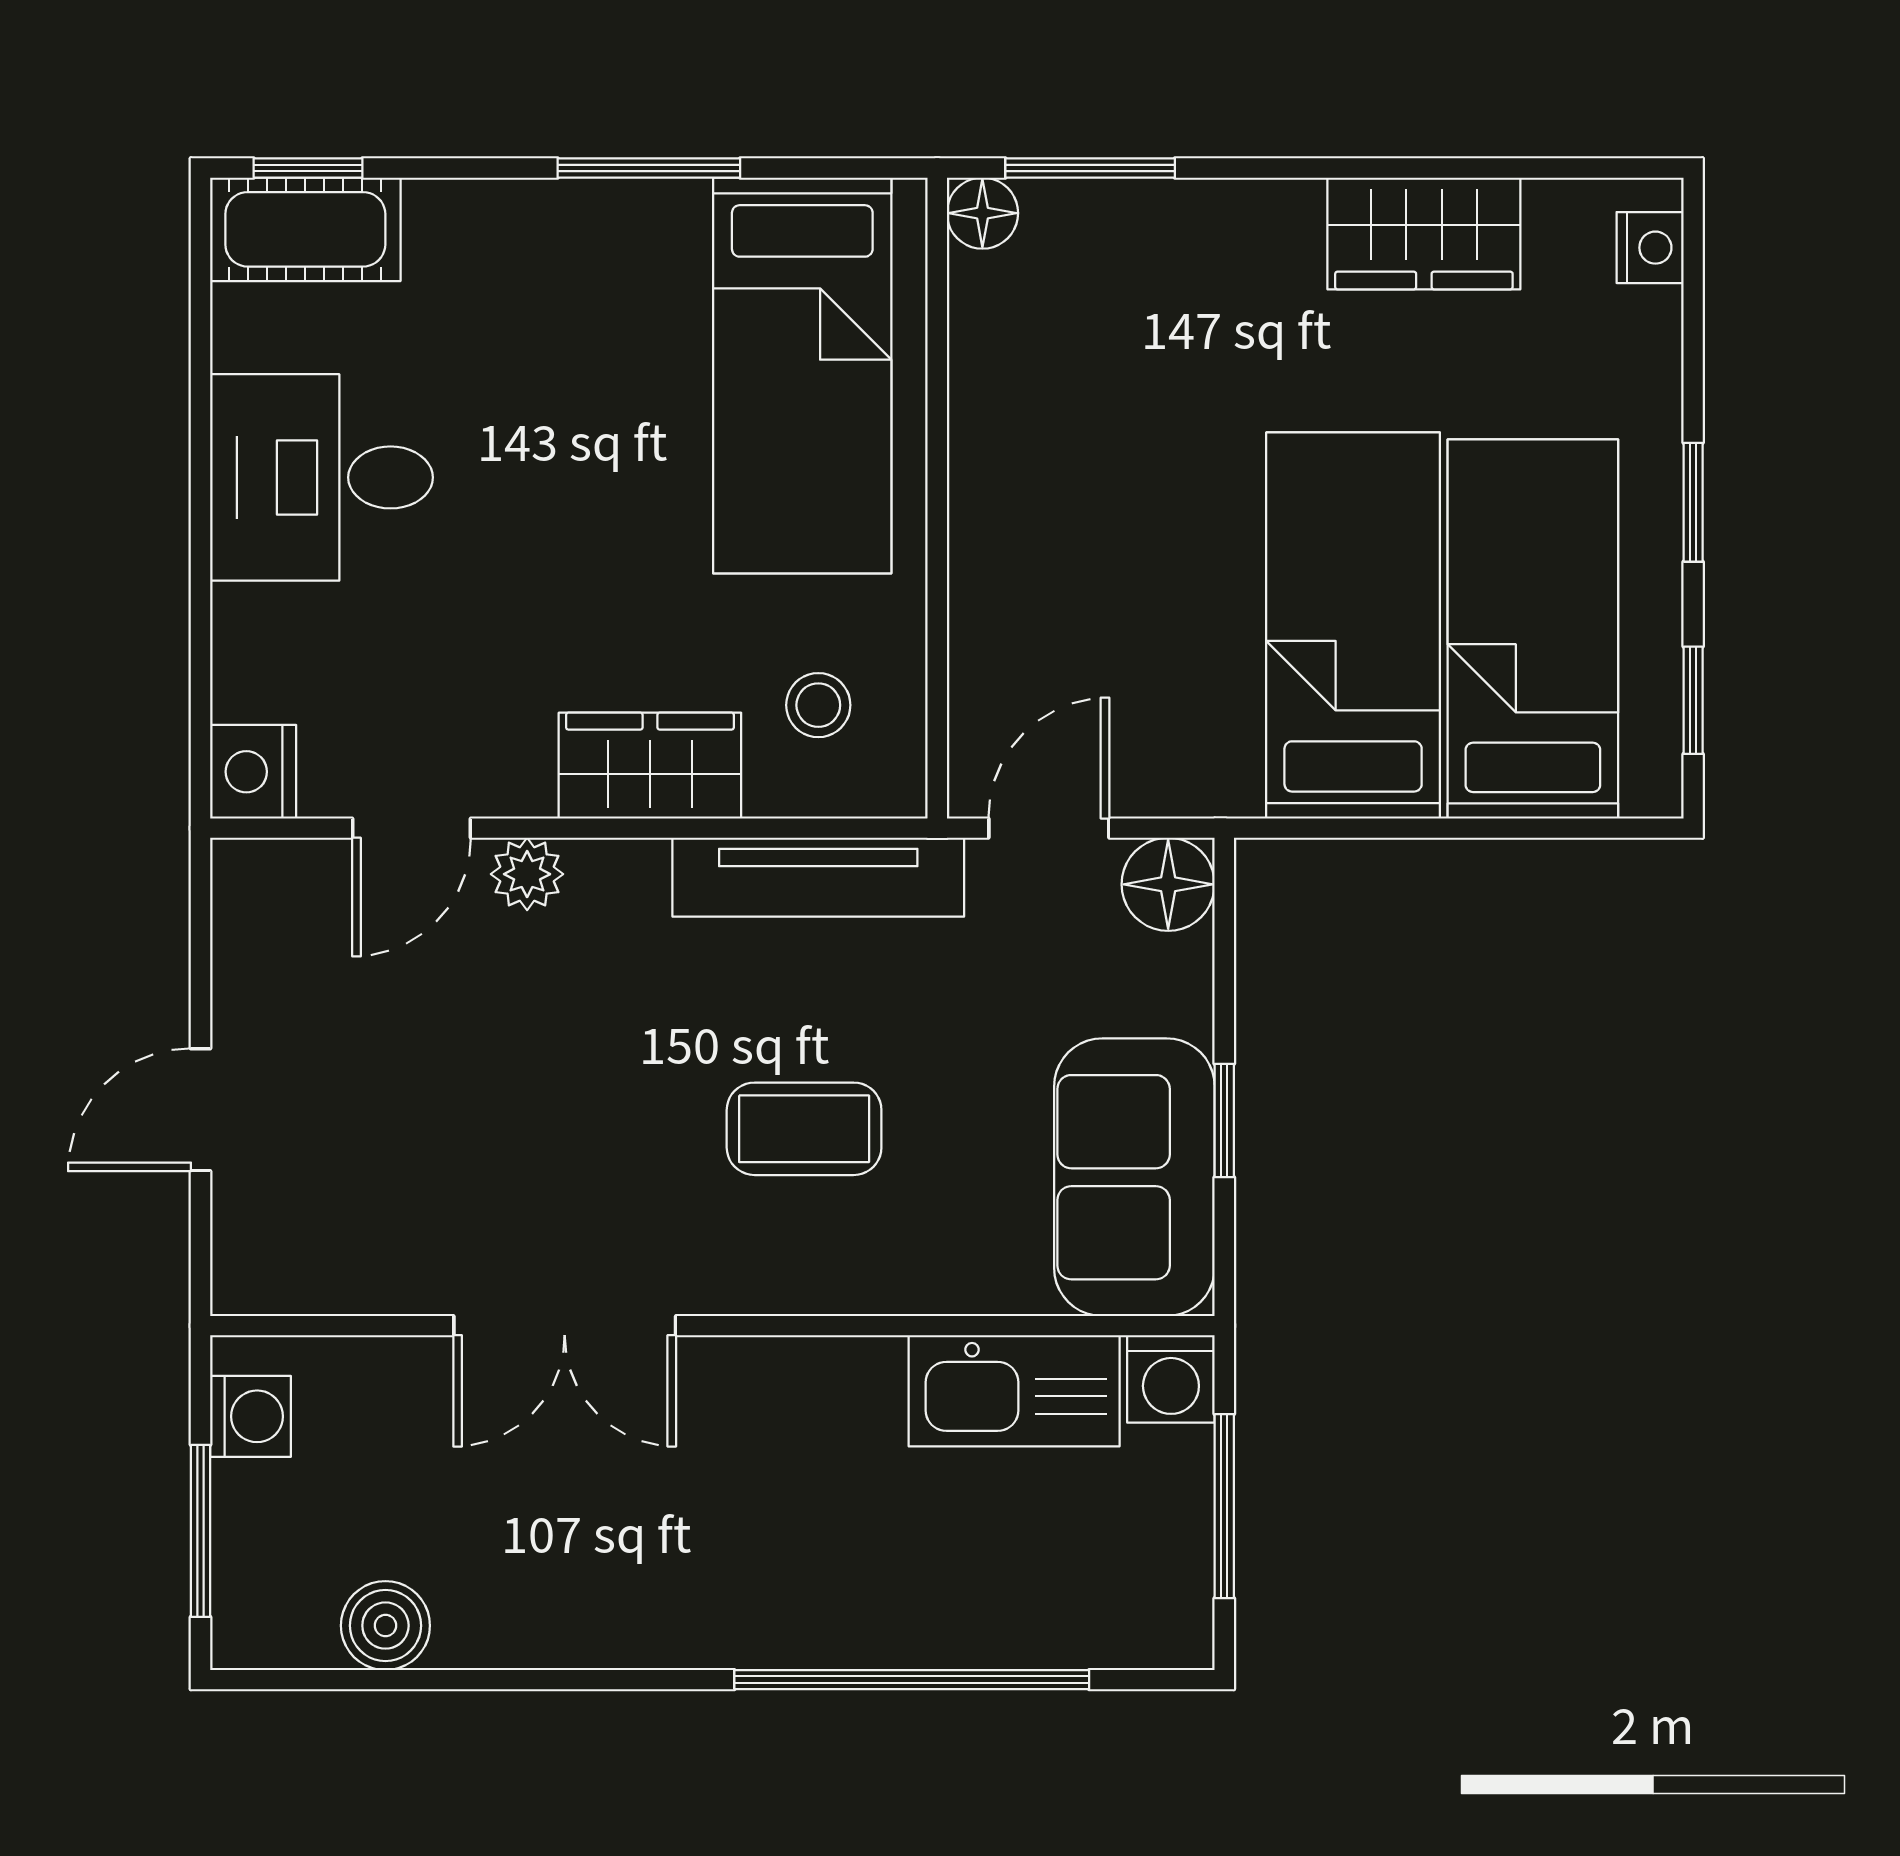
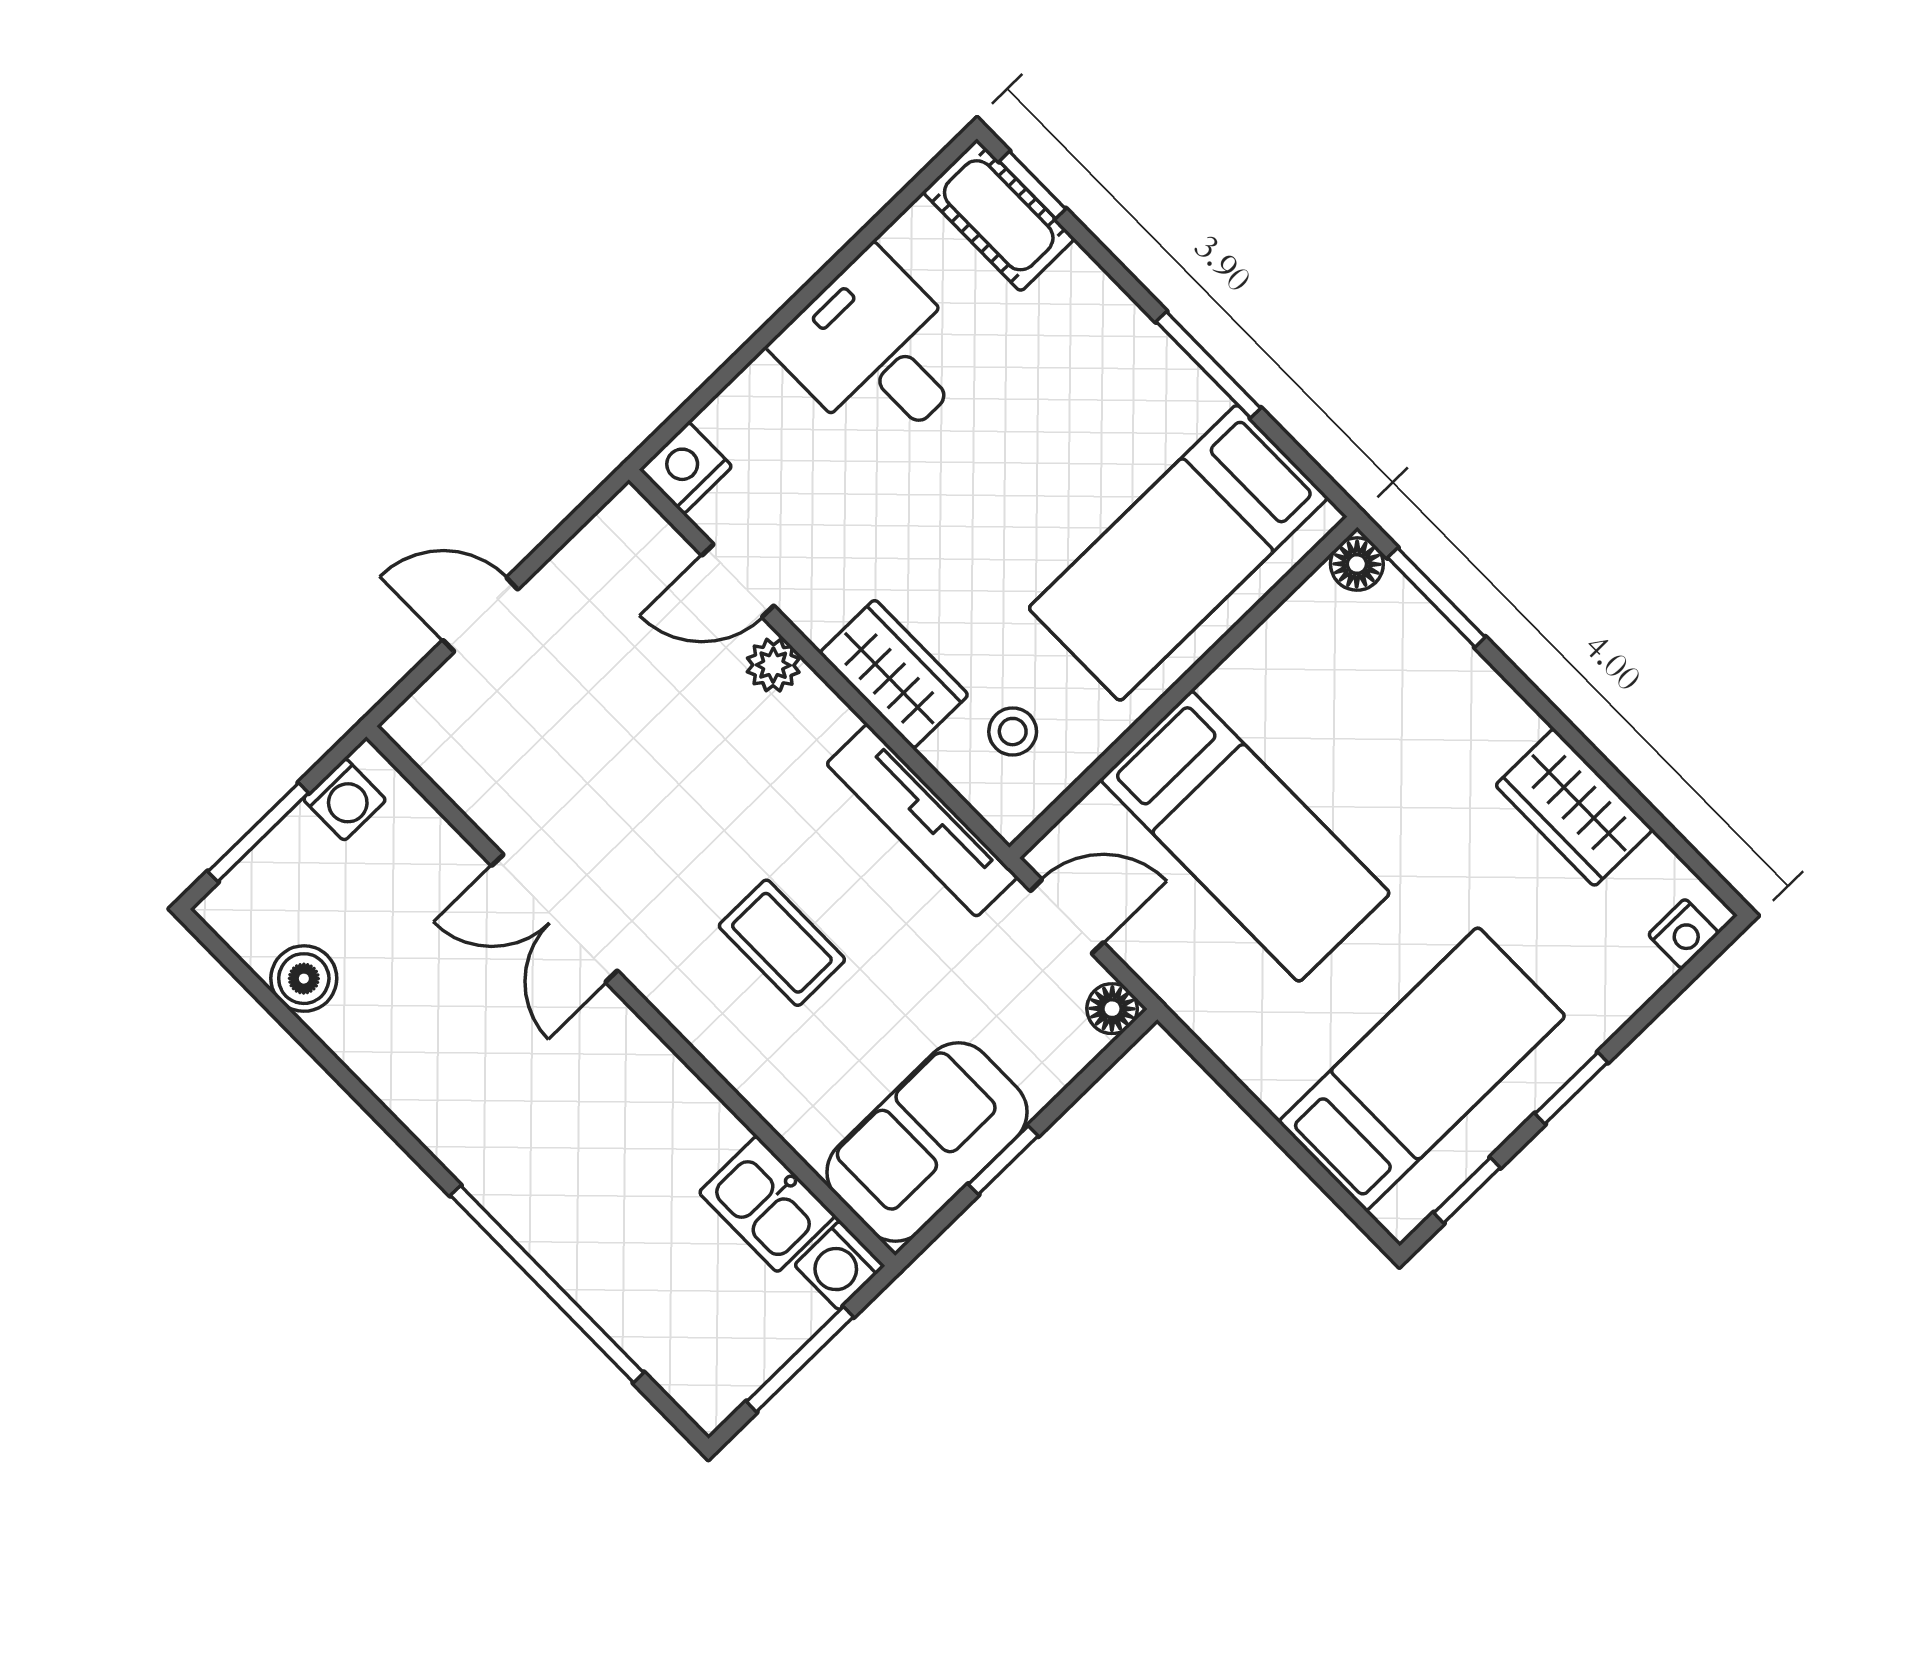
bed: (1353, 625) -> (1245, 836), moved, turned 90
floor lamp: (1168, 884) -> (1112, 1009), width x0.73, depth x0.73
kitchen sink: (1014, 1391) -> (767, 1204), width x0.73

